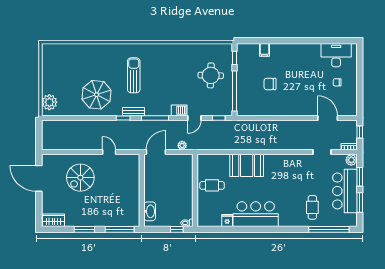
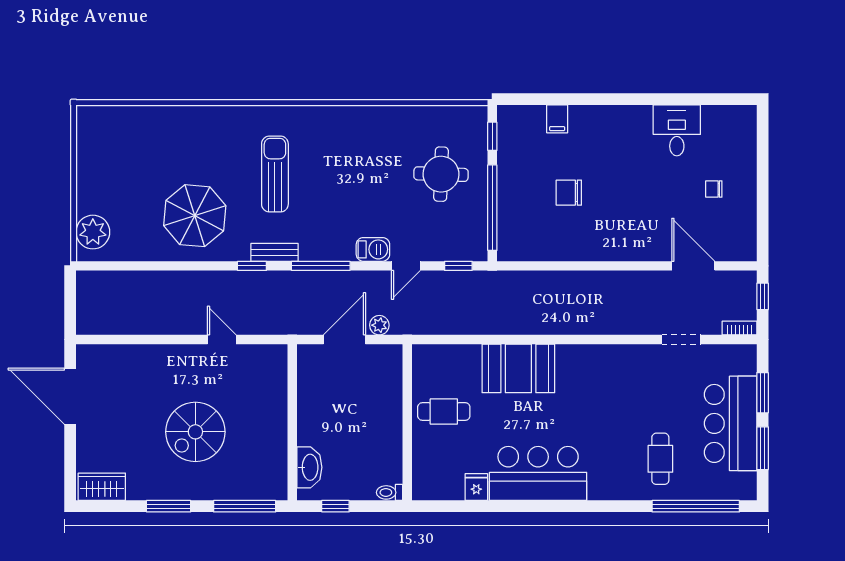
desk: (336, 55) -> (677, 130), moved, width x0.73
door: (156, 152) -> (344, 339), moved
plant: (351, 160) -> (744, 356), removed
spiral stairs: (80, 178) -> (195, 432), moved
window: (177, 229) -> (335, 506), moved

